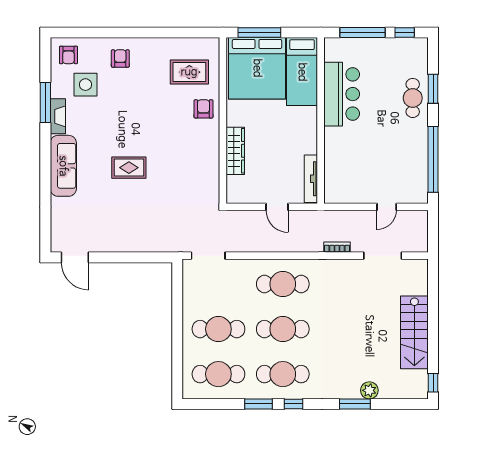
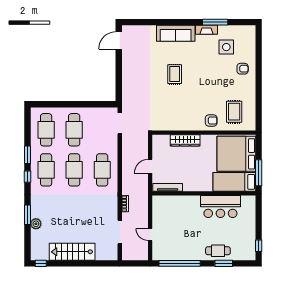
window: (259, 33) -> (259, 173), moved
window: (362, 33) -> (259, 219), removed
armchair: (68, 55) -> (245, 36), removed

